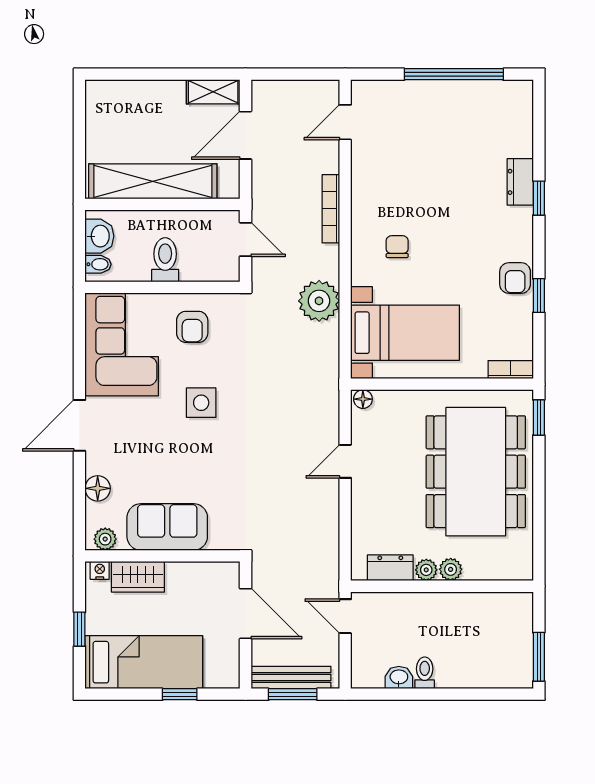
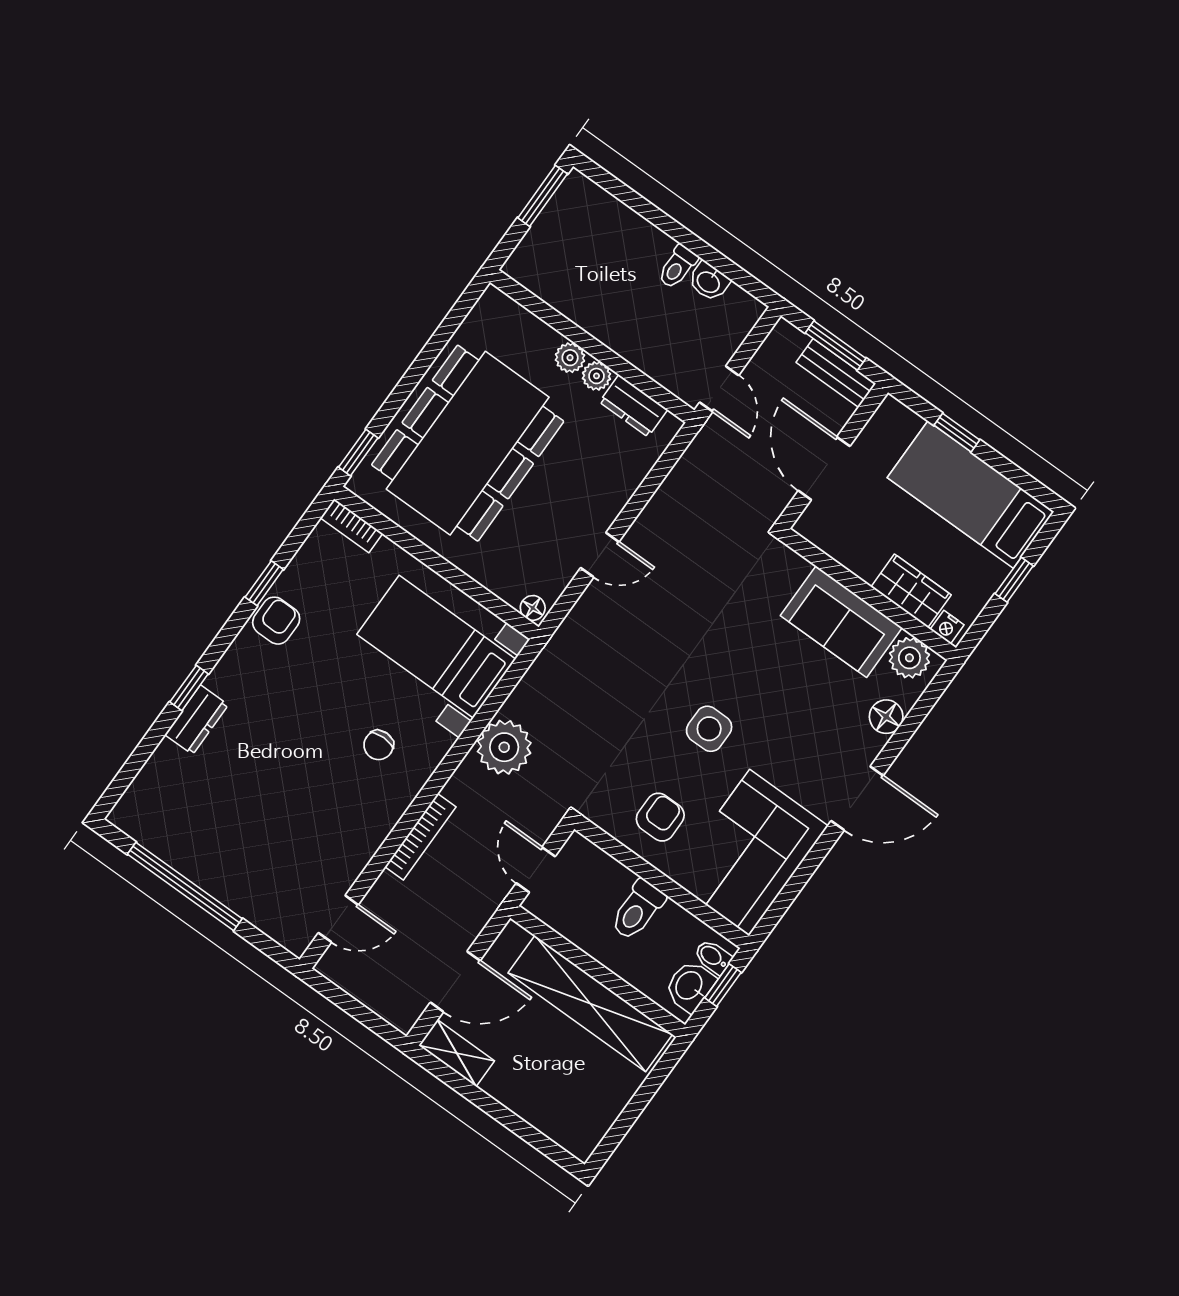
window: (79, 251) -> (723, 985), added
plant: (105, 539) -> (909, 658), width x1.38, depth x1.38
bench: (291, 677) -> (836, 373), width x0.73

